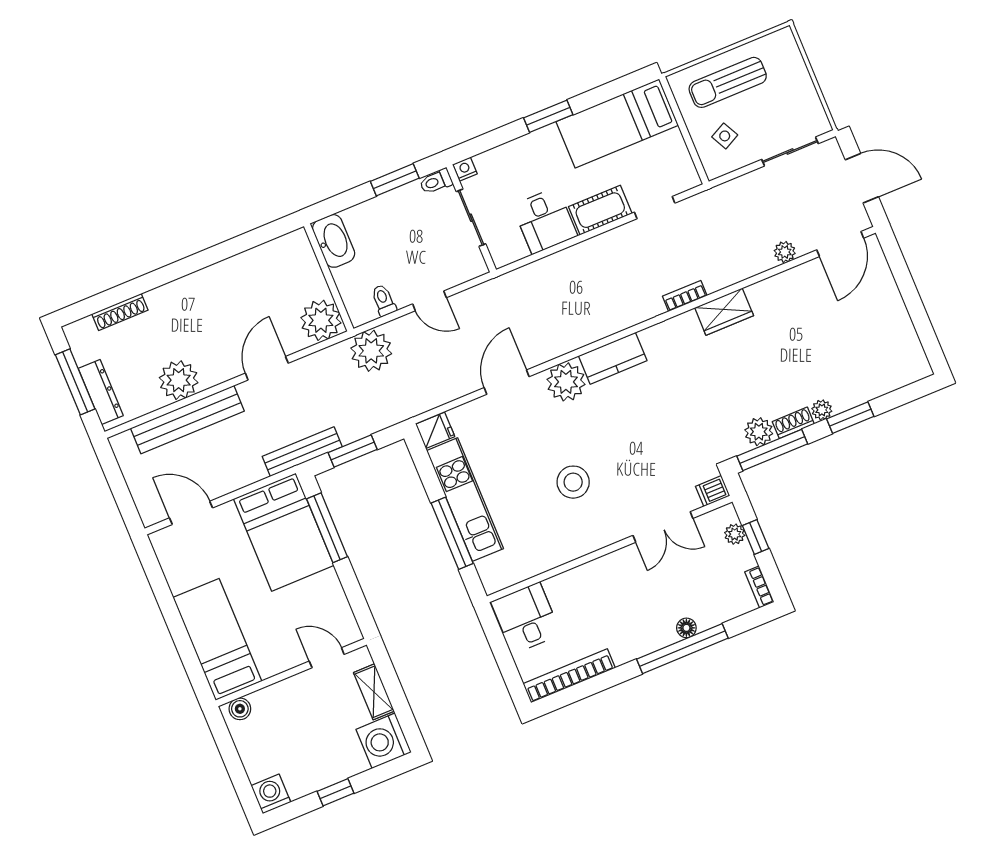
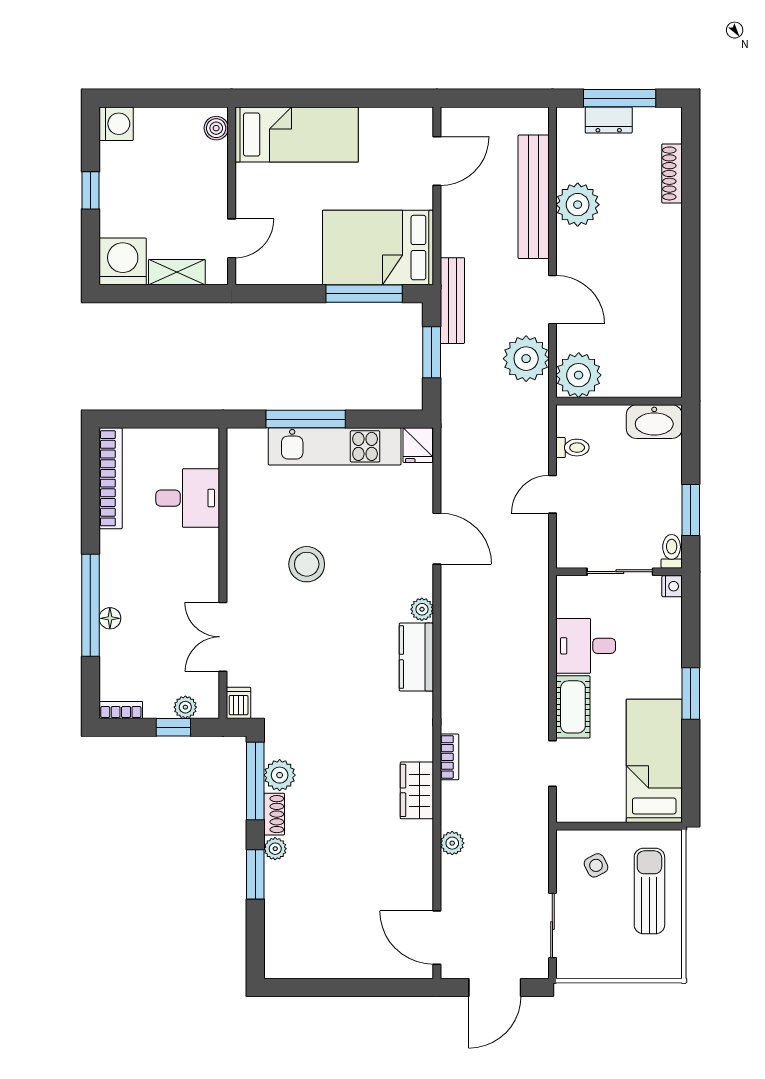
plant: (785, 252) -> (452, 843), moved
plant: (371, 351) -> (526, 359), moved
plant: (566, 382) -> (422, 609), width x0.53, depth x0.53
dresser: (101, 392) -> (609, 120), width x0.70
desk: (526, 618) -> (188, 498), moved

